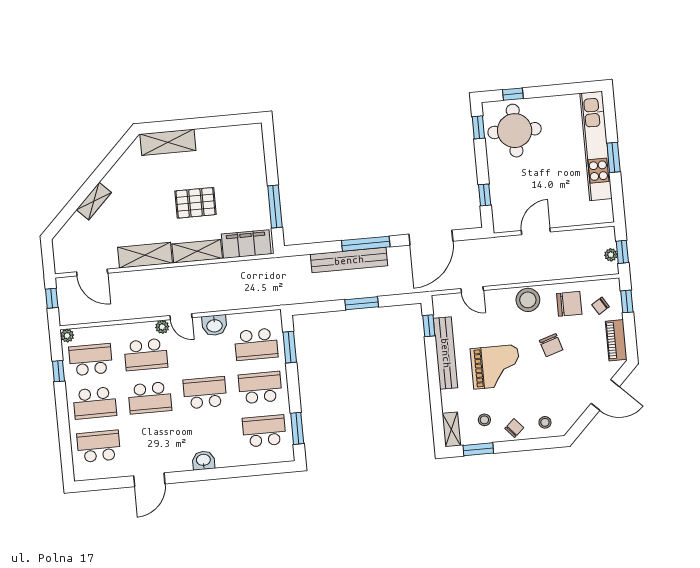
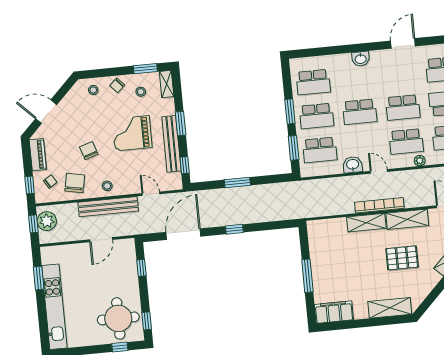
window: (614, 157) -> (39, 278), moved
pallet: (195, 203) -> (402, 258), moved
window: (275, 207) -> (307, 276), moved
filing cabinet: (246, 244) -> (334, 312), moved, turned 180
window: (366, 244) -> (234, 229), width x0.46
plant: (611, 255) -> (47, 221), width x1.87, depth x1.87
bench: (349, 260) -> (108, 207), moved
bookcase: (180, 273) -> (379, 205), added
stool: (528, 300) -> (107, 186), width x0.53, depth x0.53
chair: (569, 304) -> (75, 183), turned 101
plant: (162, 327) -> (420, 161), moved
school desk: (256, 344) -> (320, 150), turned 180
school desk: (146, 355) -> (406, 141), turned 180
window: (434, 379) -> (181, 124), added
school desk: (150, 398) -> (403, 108), turned 180
window: (297, 428) -> (290, 111), moved

